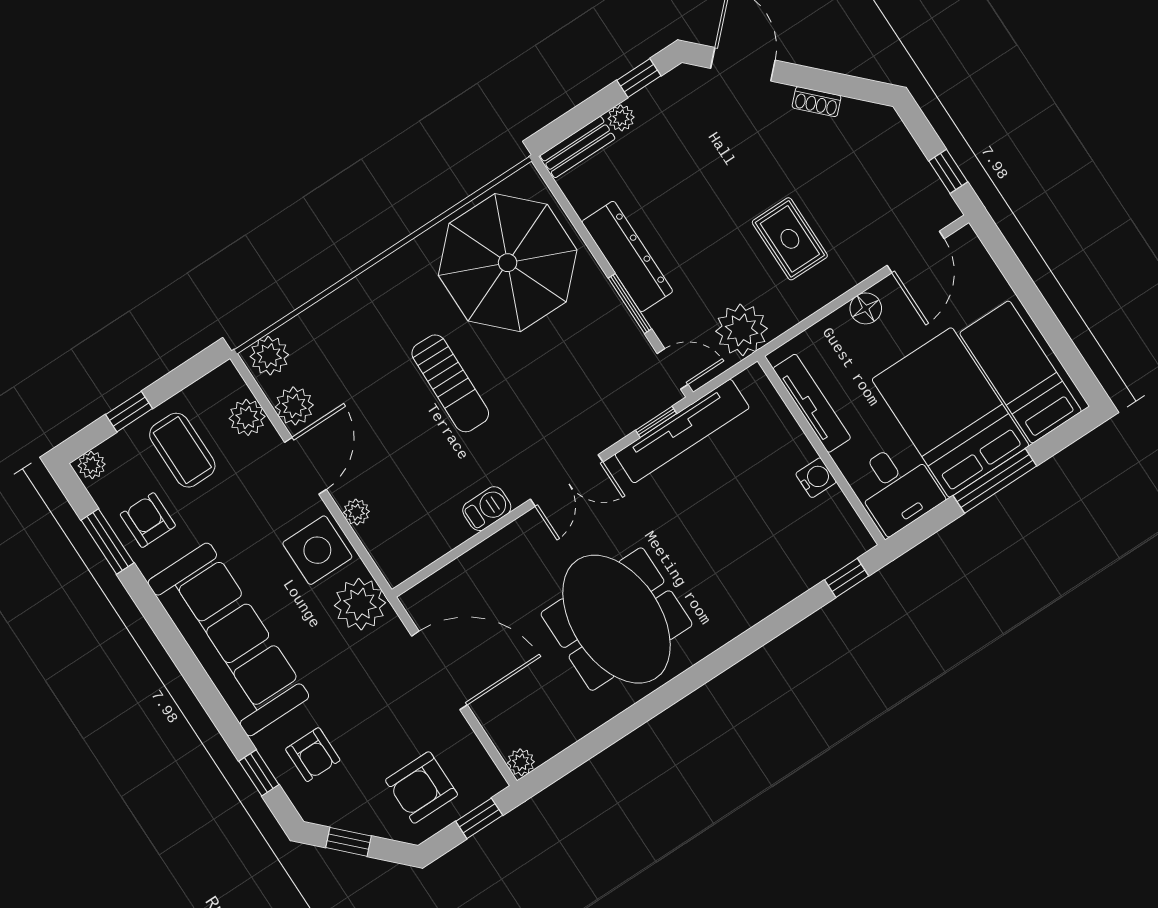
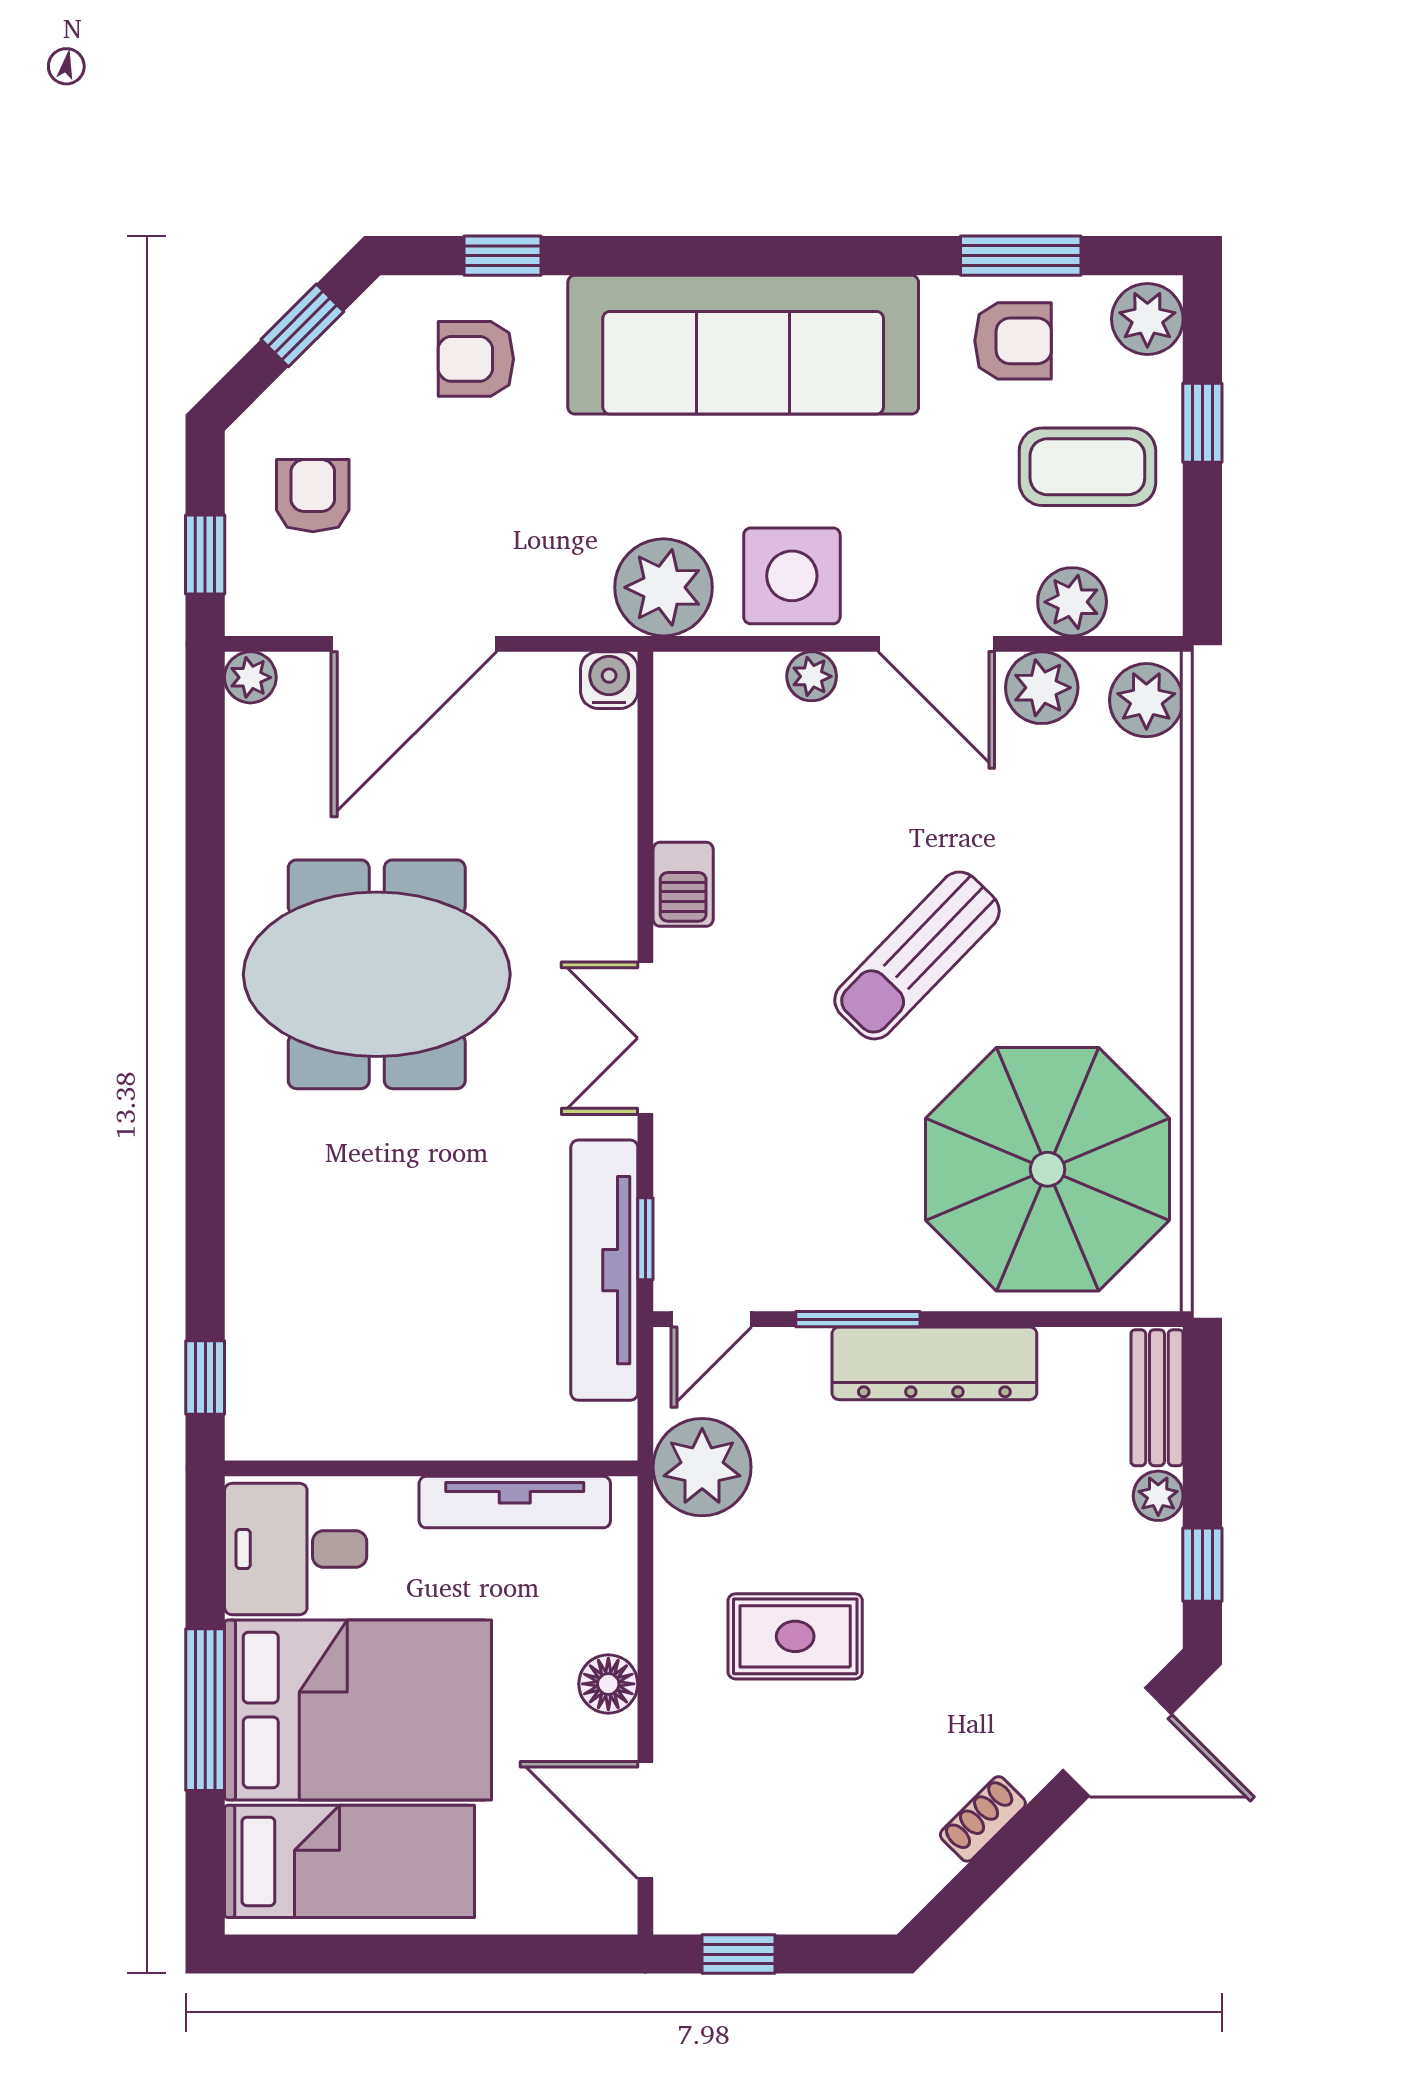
sun lounger: (450, 383) -> (917, 955), turned -47
plant: (92, 465) -> (1147, 319), width x1.38, depth x1.38
water cooler: (816, 478) -> (609, 680), moved, turned 180
door: (439, 670) -> (414, 644), moved
armchair: (422, 787) -> (313, 496), width x0.72, depth x0.72

